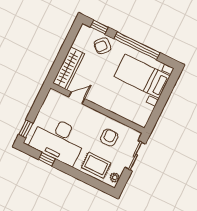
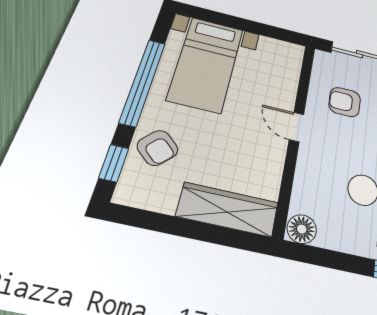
floor lamp: (53, 97) -> (302, 229), added
door: (77, 98) -> (297, 127), moved

